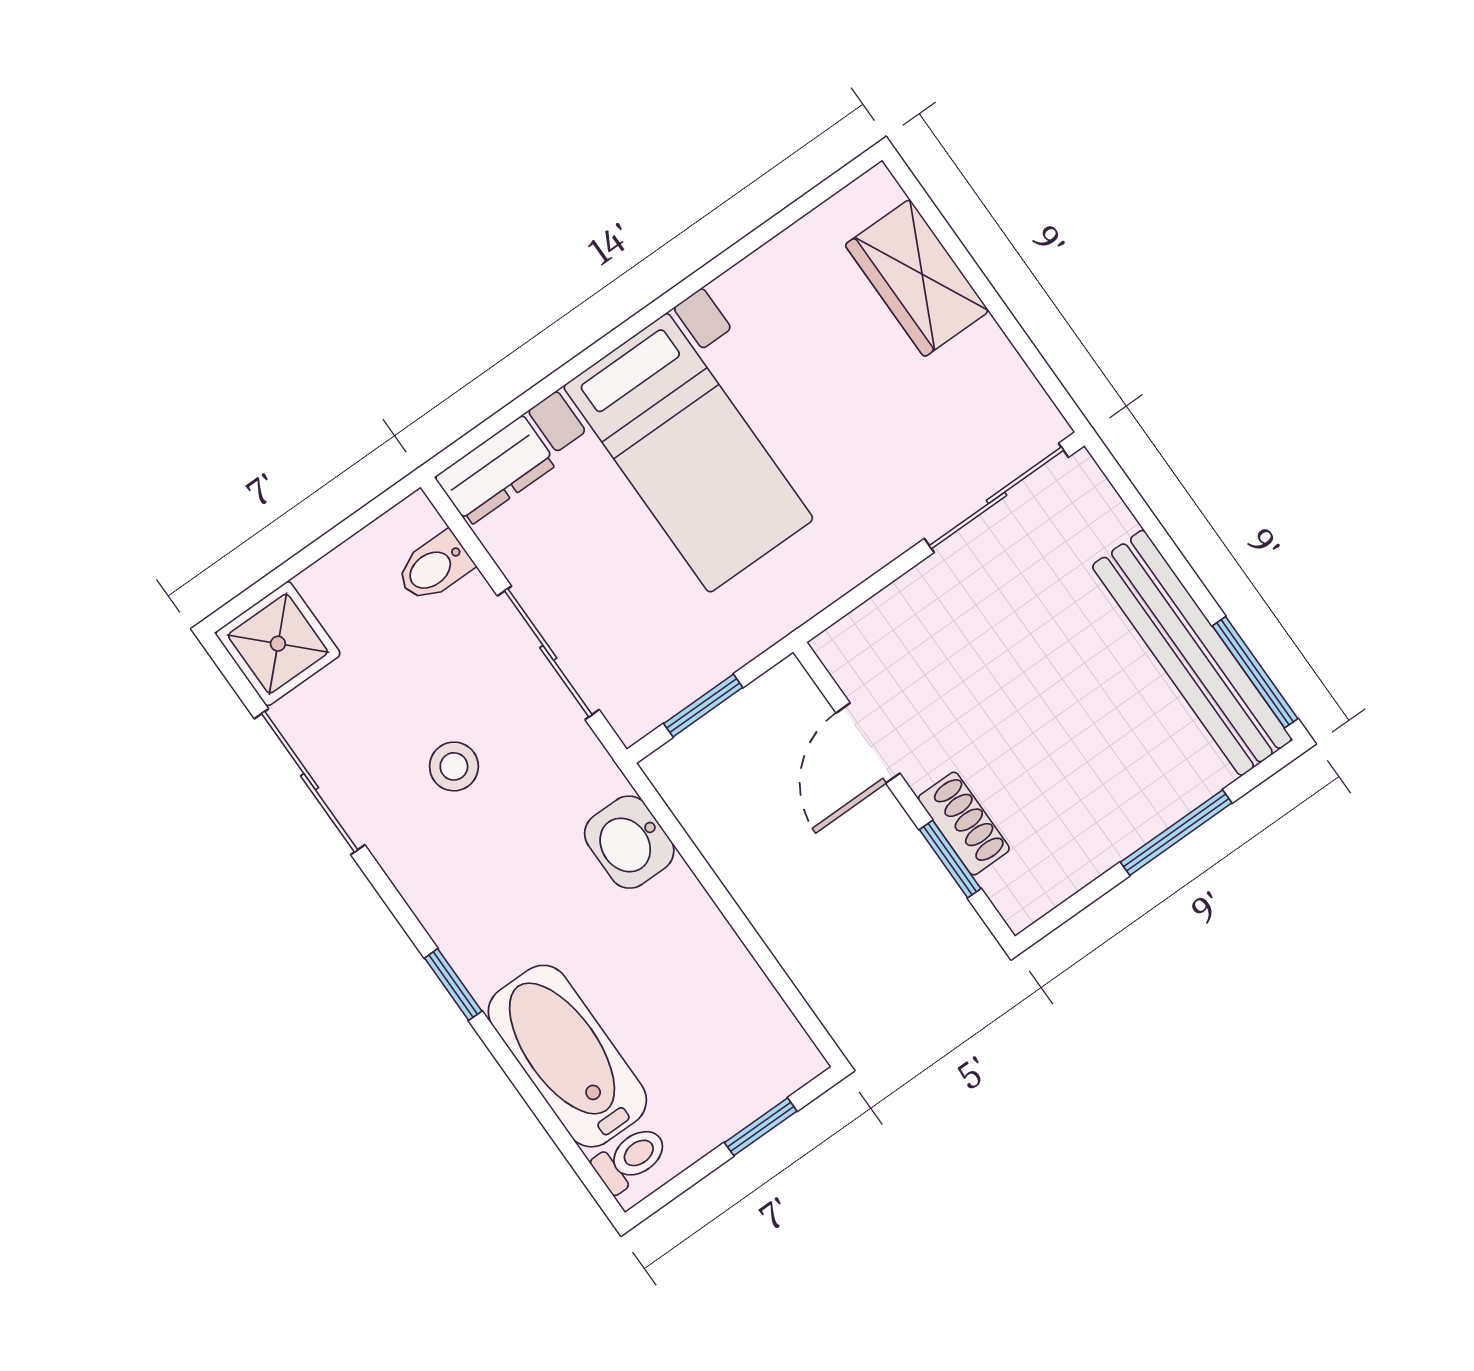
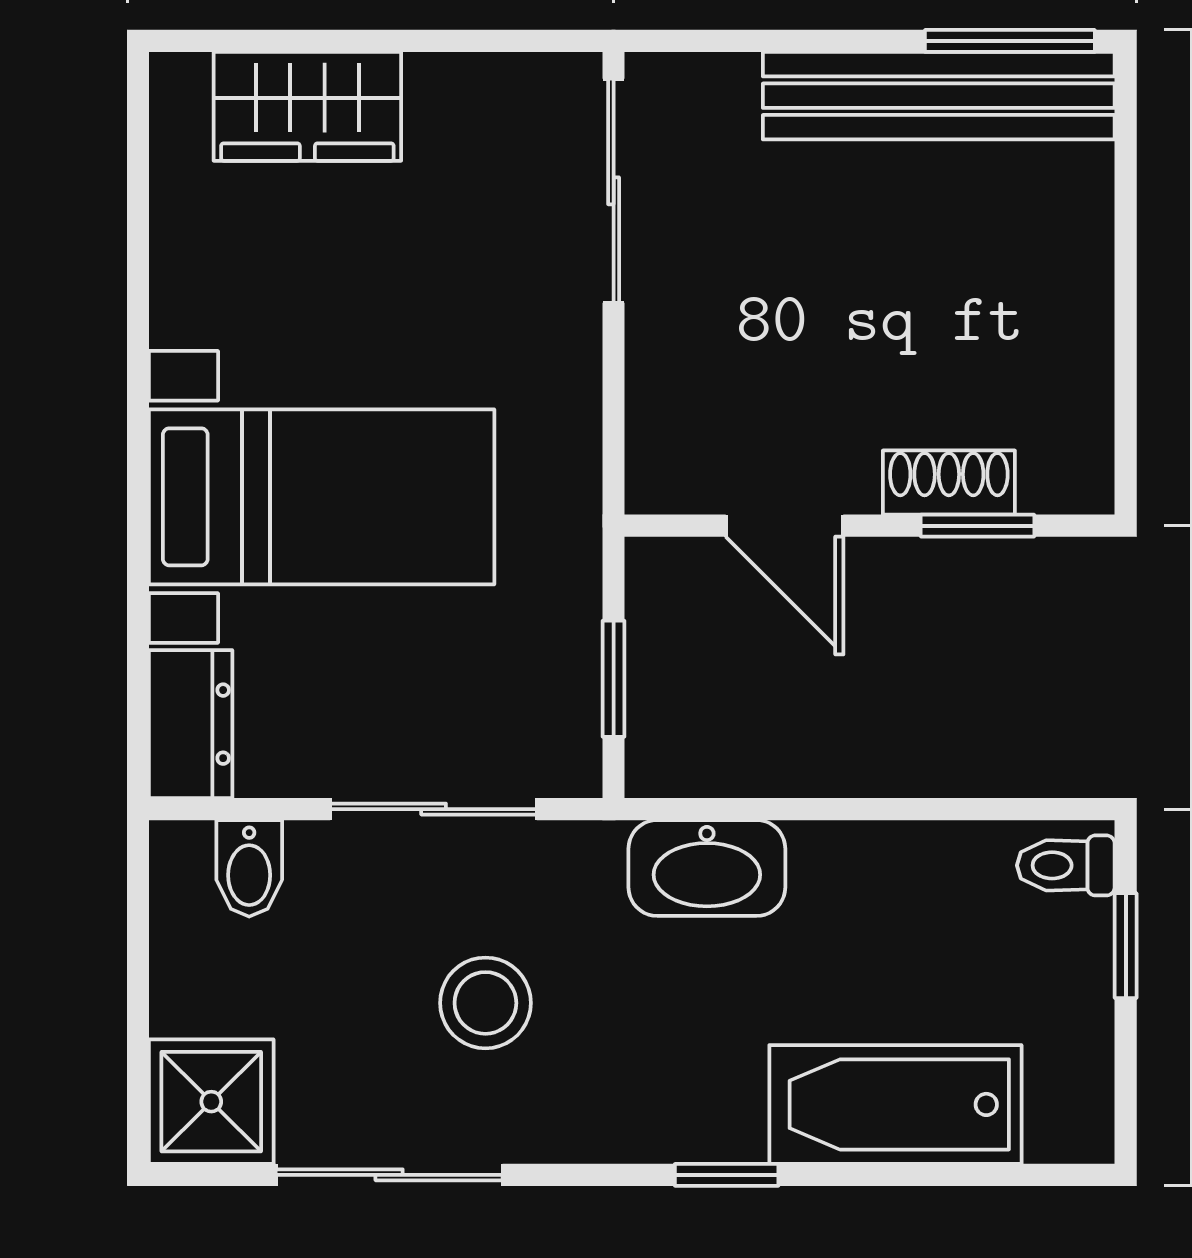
stool: (454, 766) -> (485, 1003), width x1.37, depth x1.37
window: (1176, 833) -> (1126, 254), removed
washbasin: (629, 842) -> (707, 868), width x1.38
toilet: (631, 1159) -> (1066, 865), moved, turned -90

